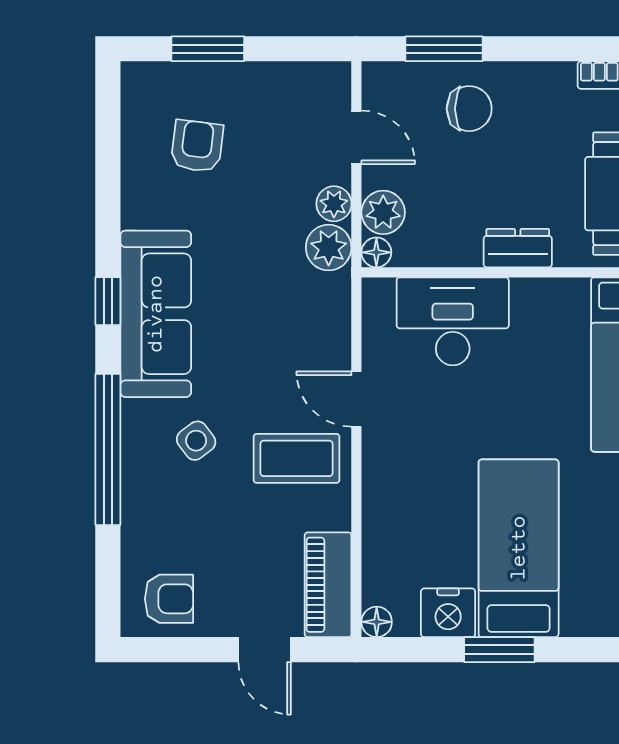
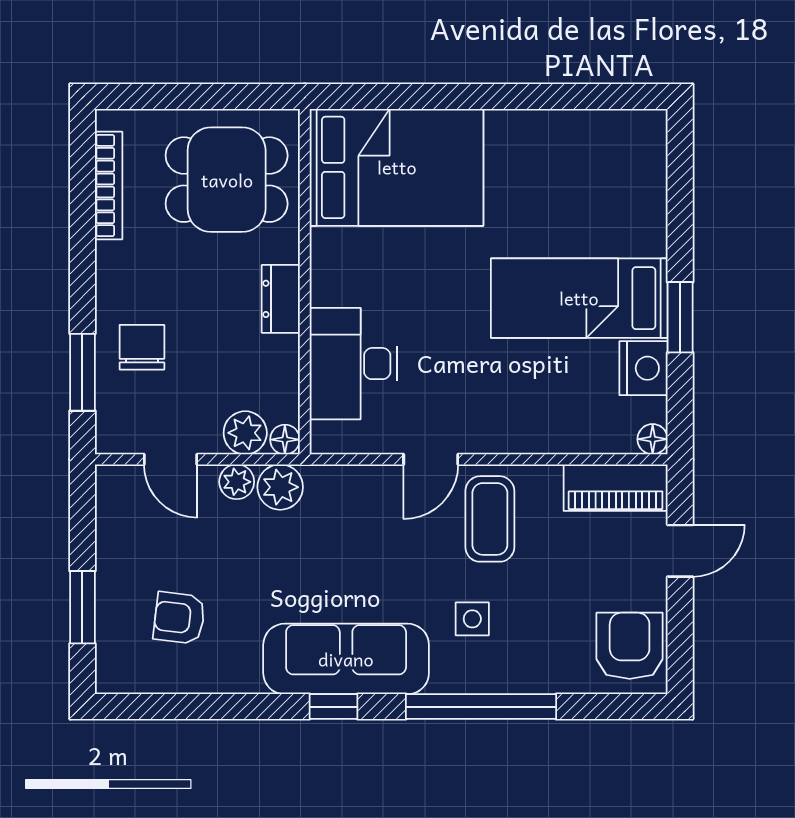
door: (356, 137) -> (171, 459), swing flipped
side table: (196, 441) -> (472, 619), turned 37
armchair: (169, 599) -> (630, 646), width x1.38, depth x1.38

